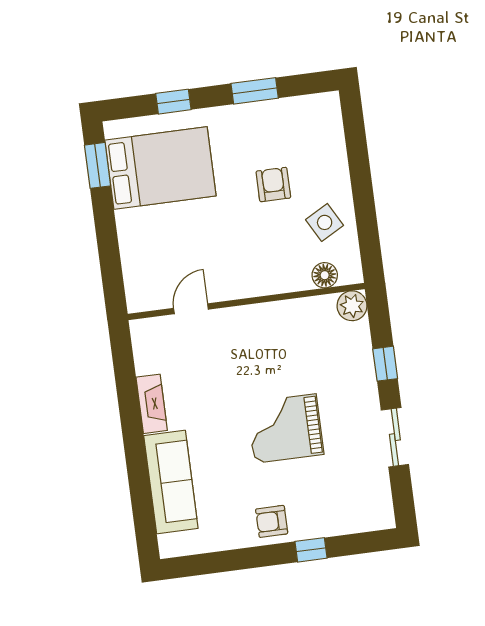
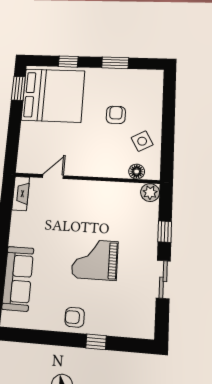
bed: (160, 168) -> (53, 95), width x1.36
fireplace: (152, 404) -> (21, 193), moved

